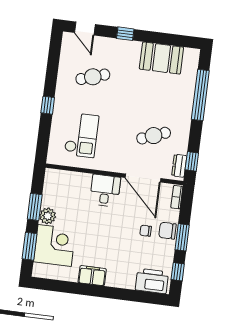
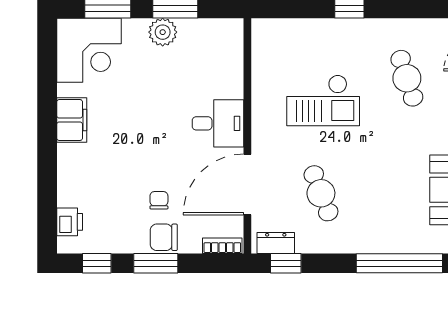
checkout: (82, 135) -> (323, 100), moved
chair: (168, 231) -> (164, 237), turned -90
corner desk: (55, 246) -> (89, 50), moved
printer: (152, 281) -> (70, 222), width x0.53, depth x0.68

